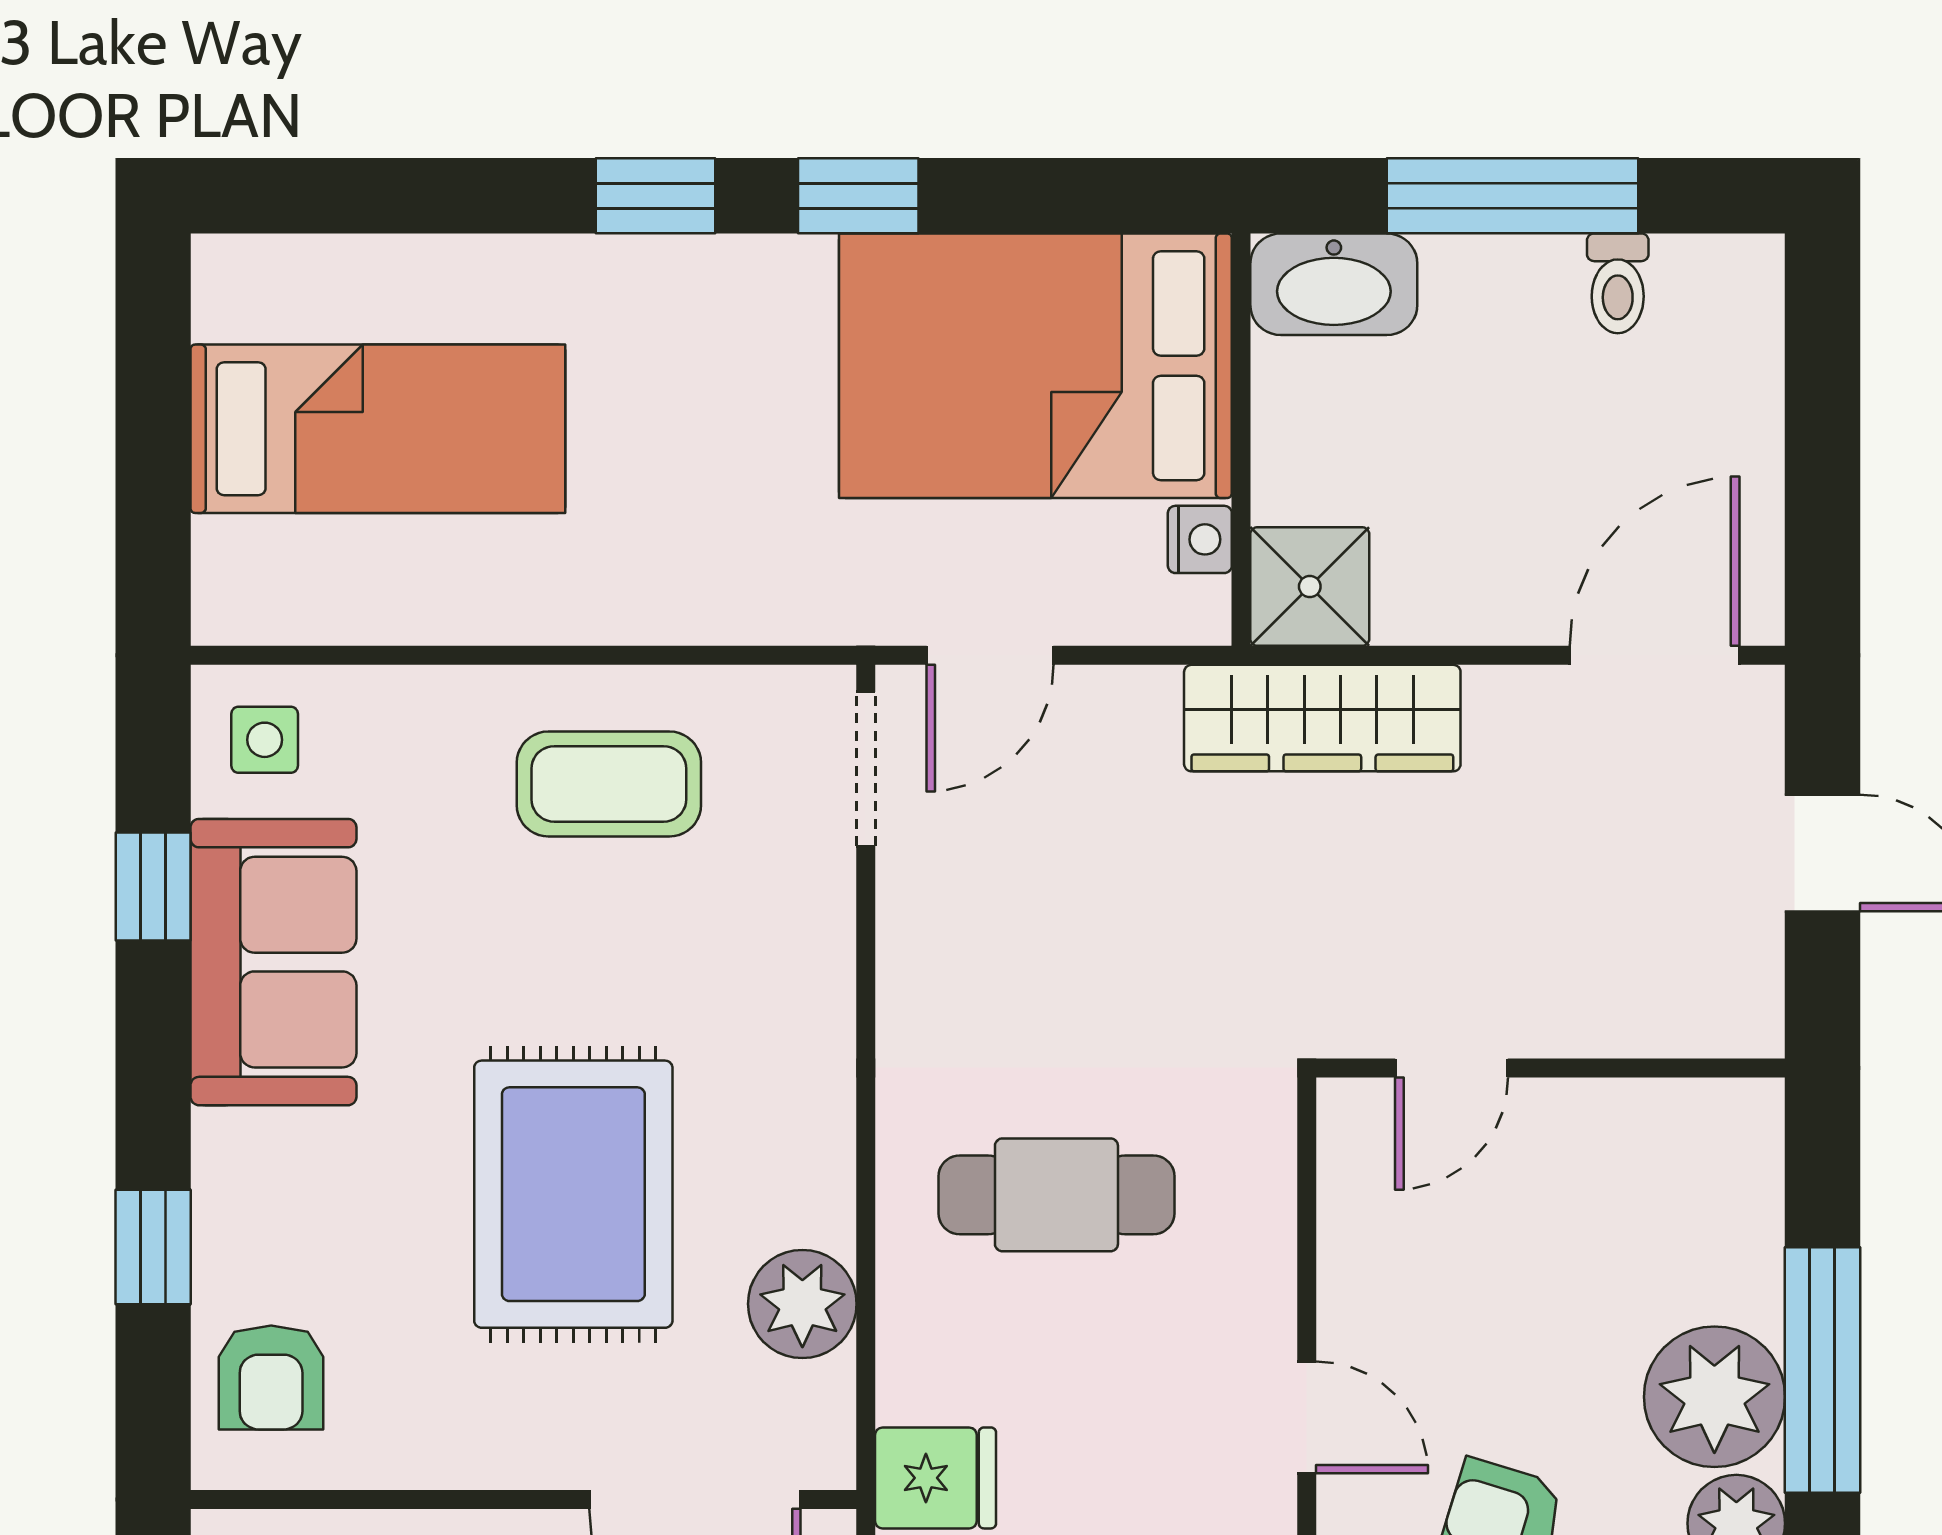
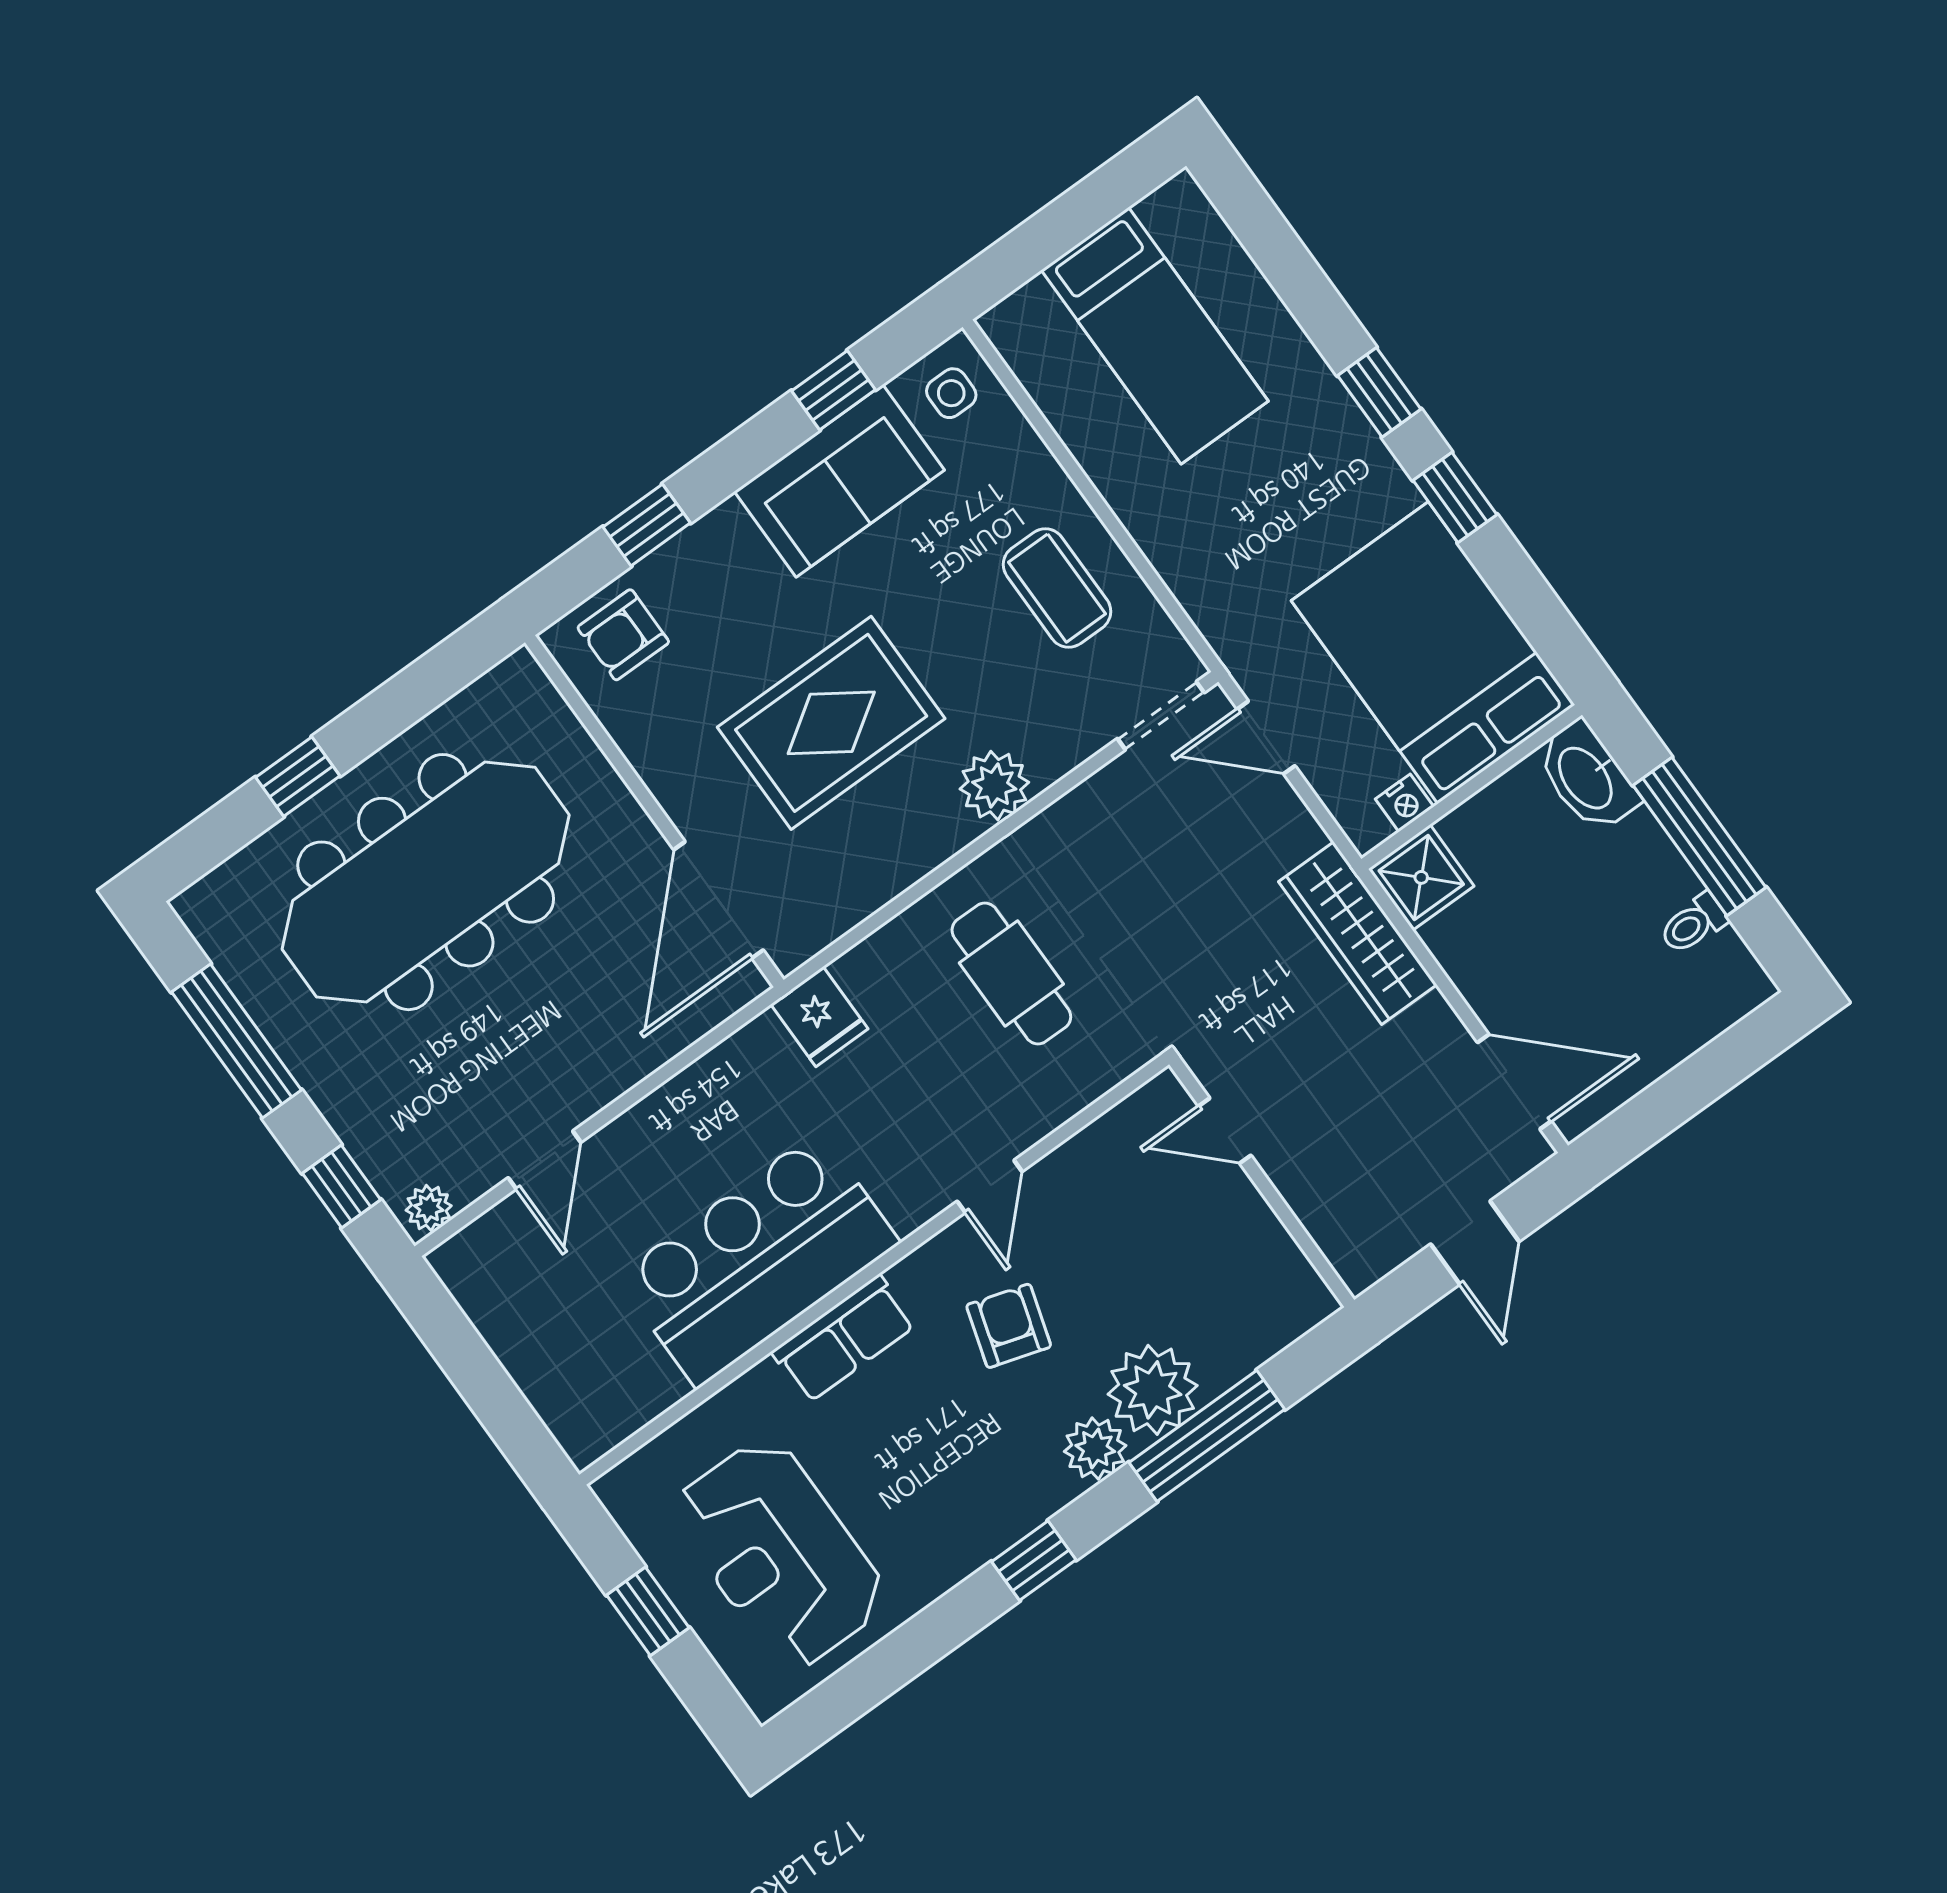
plant: (802, 1304) -> (994, 786), moved

